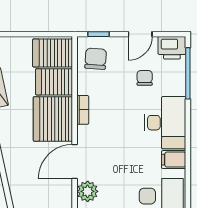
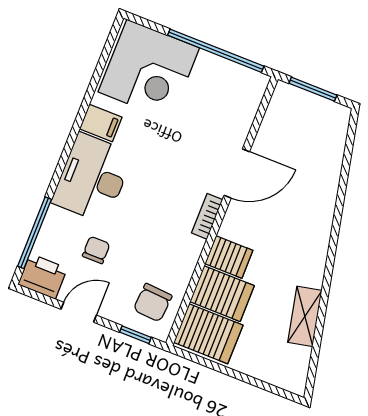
chair: (145, 78) -> (96, 250), turned 180
bookcase: (83, 110) -> (207, 216), moved
server rack: (53, 119) -> (229, 257), width x0.46, depth x0.70
plant: (88, 191) -> (235, 126), removed

